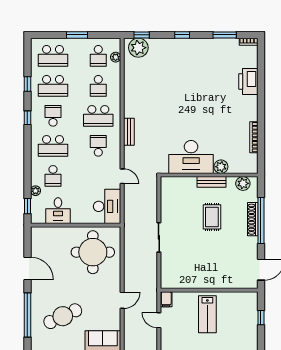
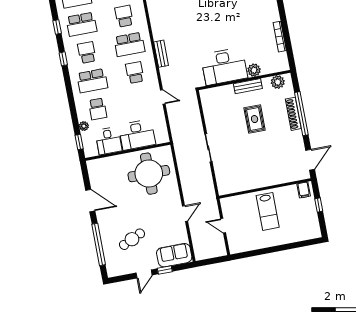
school desk: (98, 86) -> (124, 16), turned 180
desk: (107, 206) -> (137, 135), moved, turned 90
filing cabinet: (166, 299) -> (304, 190), moved
cafe table: (63, 316) -> (132, 239), width x0.73, depth x0.74

